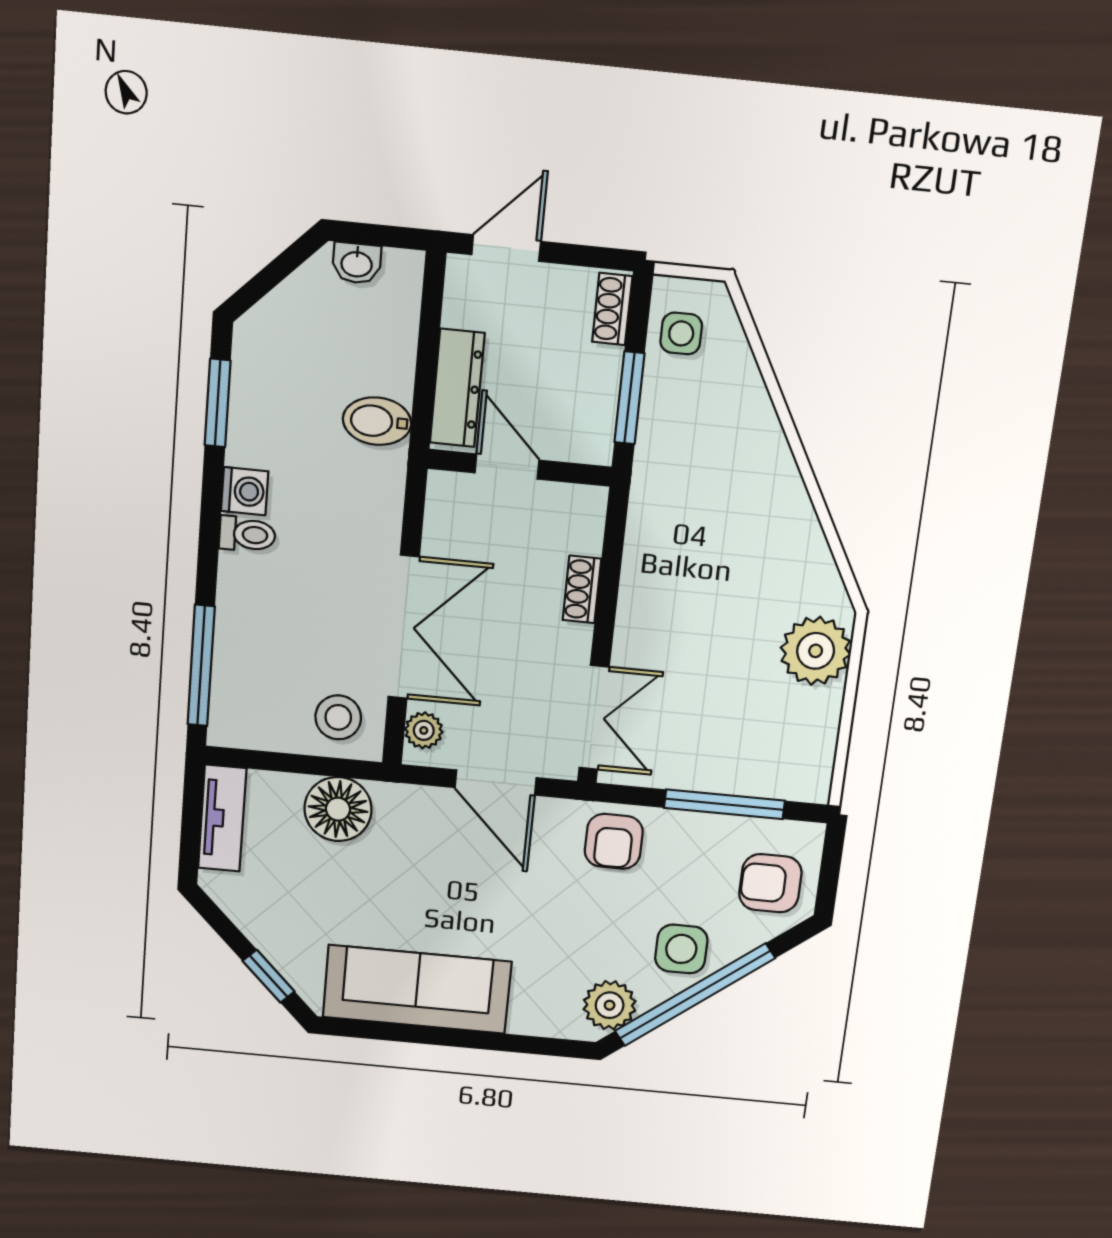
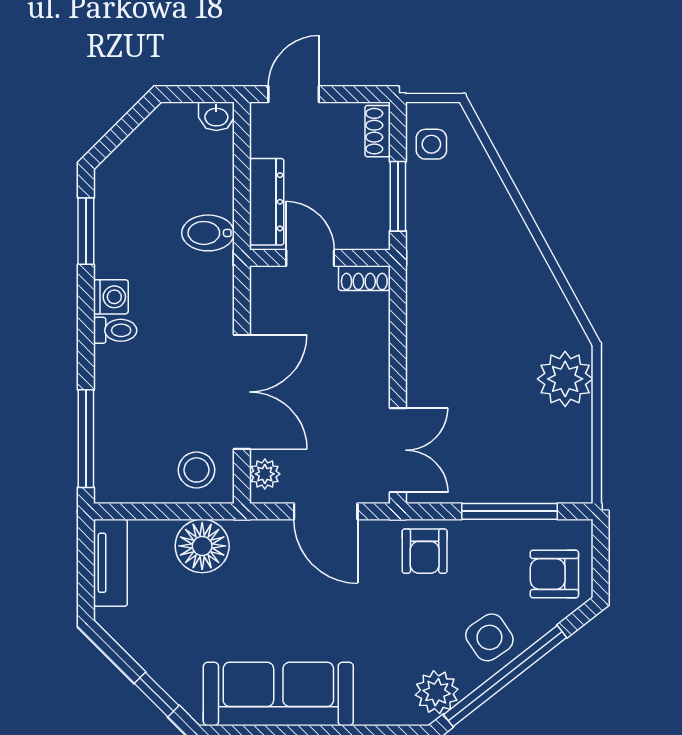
washbasin: (357, 263) -> (216, 116), moved
shoe rack: (582, 589) -> (364, 278), moved, turned -90
side table: (681, 949) -> (489, 637), turned -34

